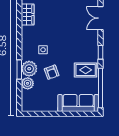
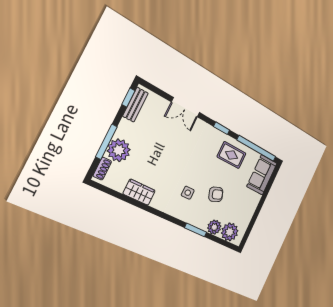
plant: (29, 69) -> (230, 232), moved
rug: (86, 70) -> (232, 155), turned 90
sofa: (78, 103) -> (262, 175), width x0.73

